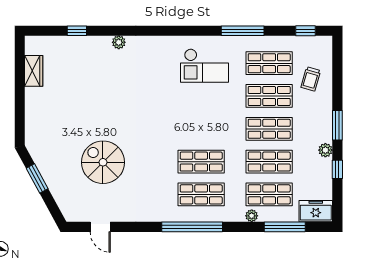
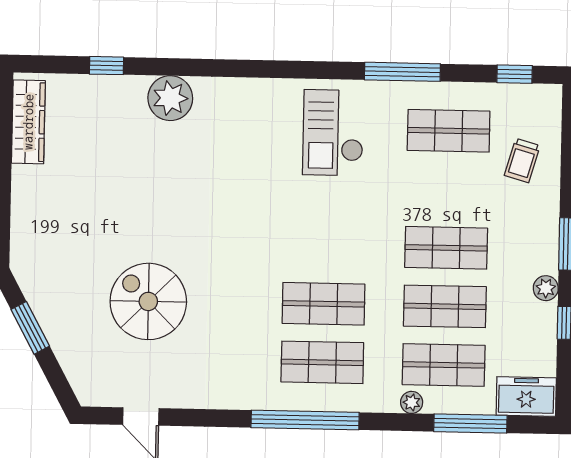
plant: (119, 42) -> (170, 98), width x1.87, depth x1.87
checkout: (204, 66) -> (333, 133), turned 90
wardrobe: (34, 71) -> (28, 122), width x1.50
shop shelf: (269, 96) -> (447, 189), removed

